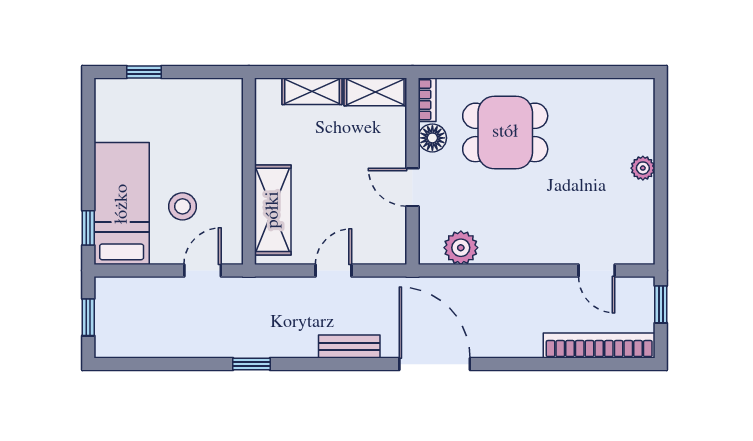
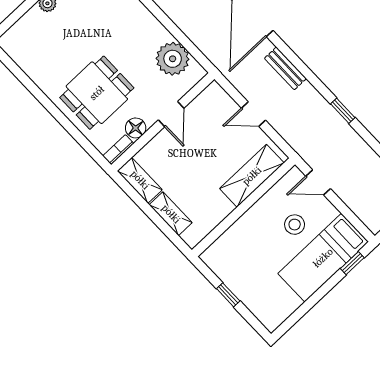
window: (144, 72) -> (228, 295), moved
dining table: (505, 132) -> (97, 93), turned 90
plant: (461, 248) -> (173, 59), width x1.36, depth x1.36

